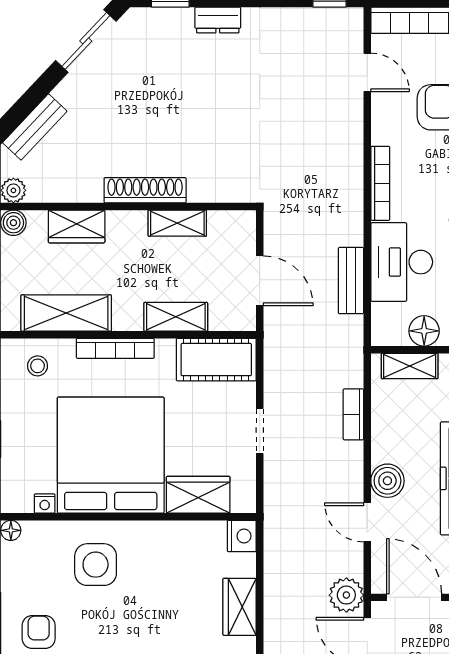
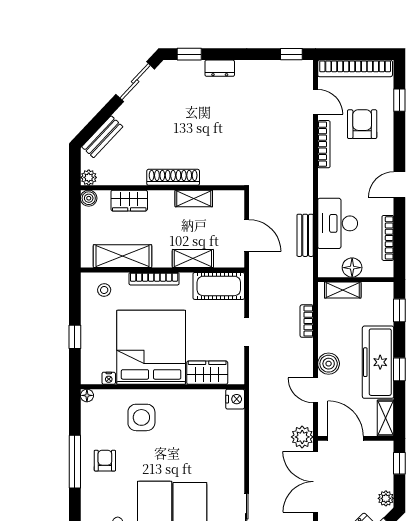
bookcase: (380, 183) -> (324, 144), moved
wardrobe: (240, 607) -> (234, 445), removed

